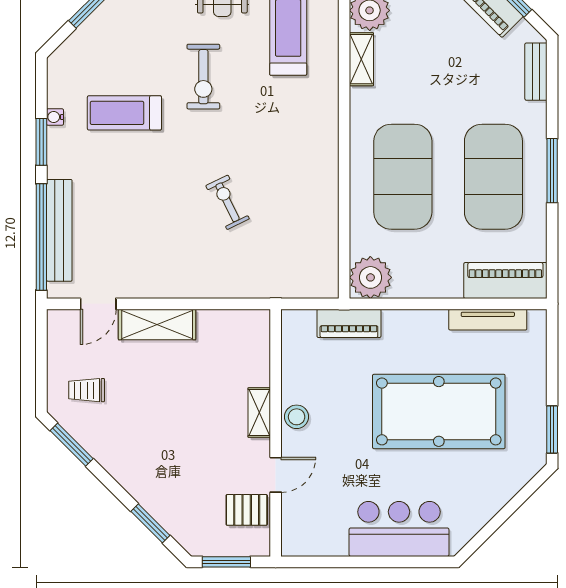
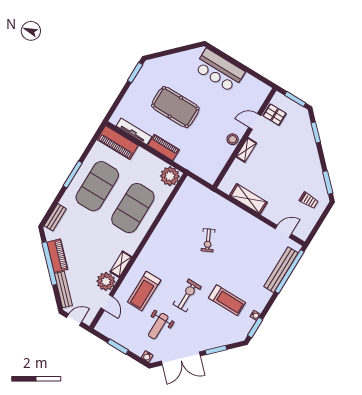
window: (41, 142) -> (255, 327), moved
piano: (349, 323) -> (164, 147), moved
shelving: (157, 325) -> (248, 199), moved
pool table: (439, 411) -> (175, 107), width x0.73, depth x0.76

